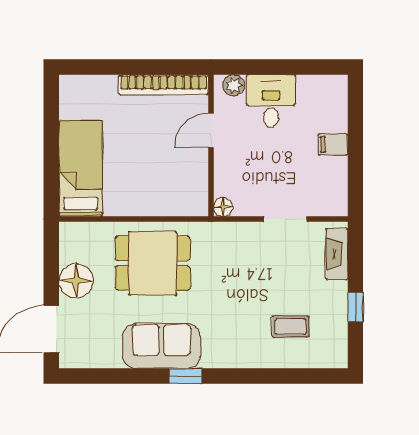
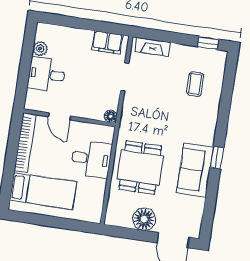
plant: (234, 85) -> (40, 49), moved
filing cabinet: (333, 145) -> (107, 42), moved, width x2.00
bed: (81, 168) -> (43, 191), moved, turned 180
desk: (154, 188) -> (91, 159), added
window: (355, 307) -> (208, 43), moved

